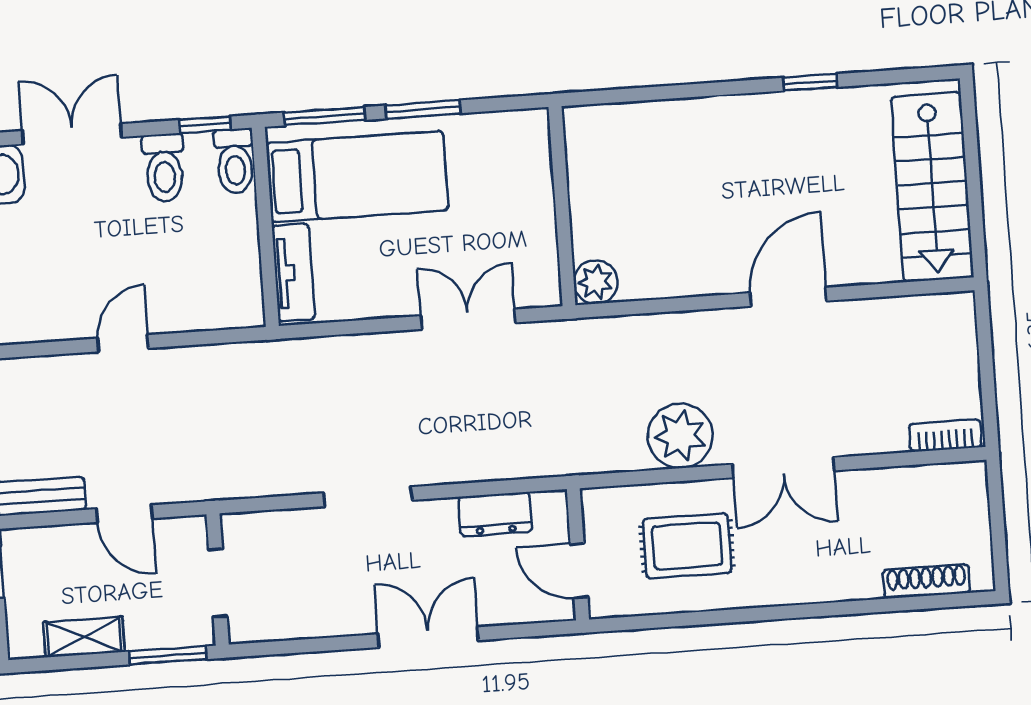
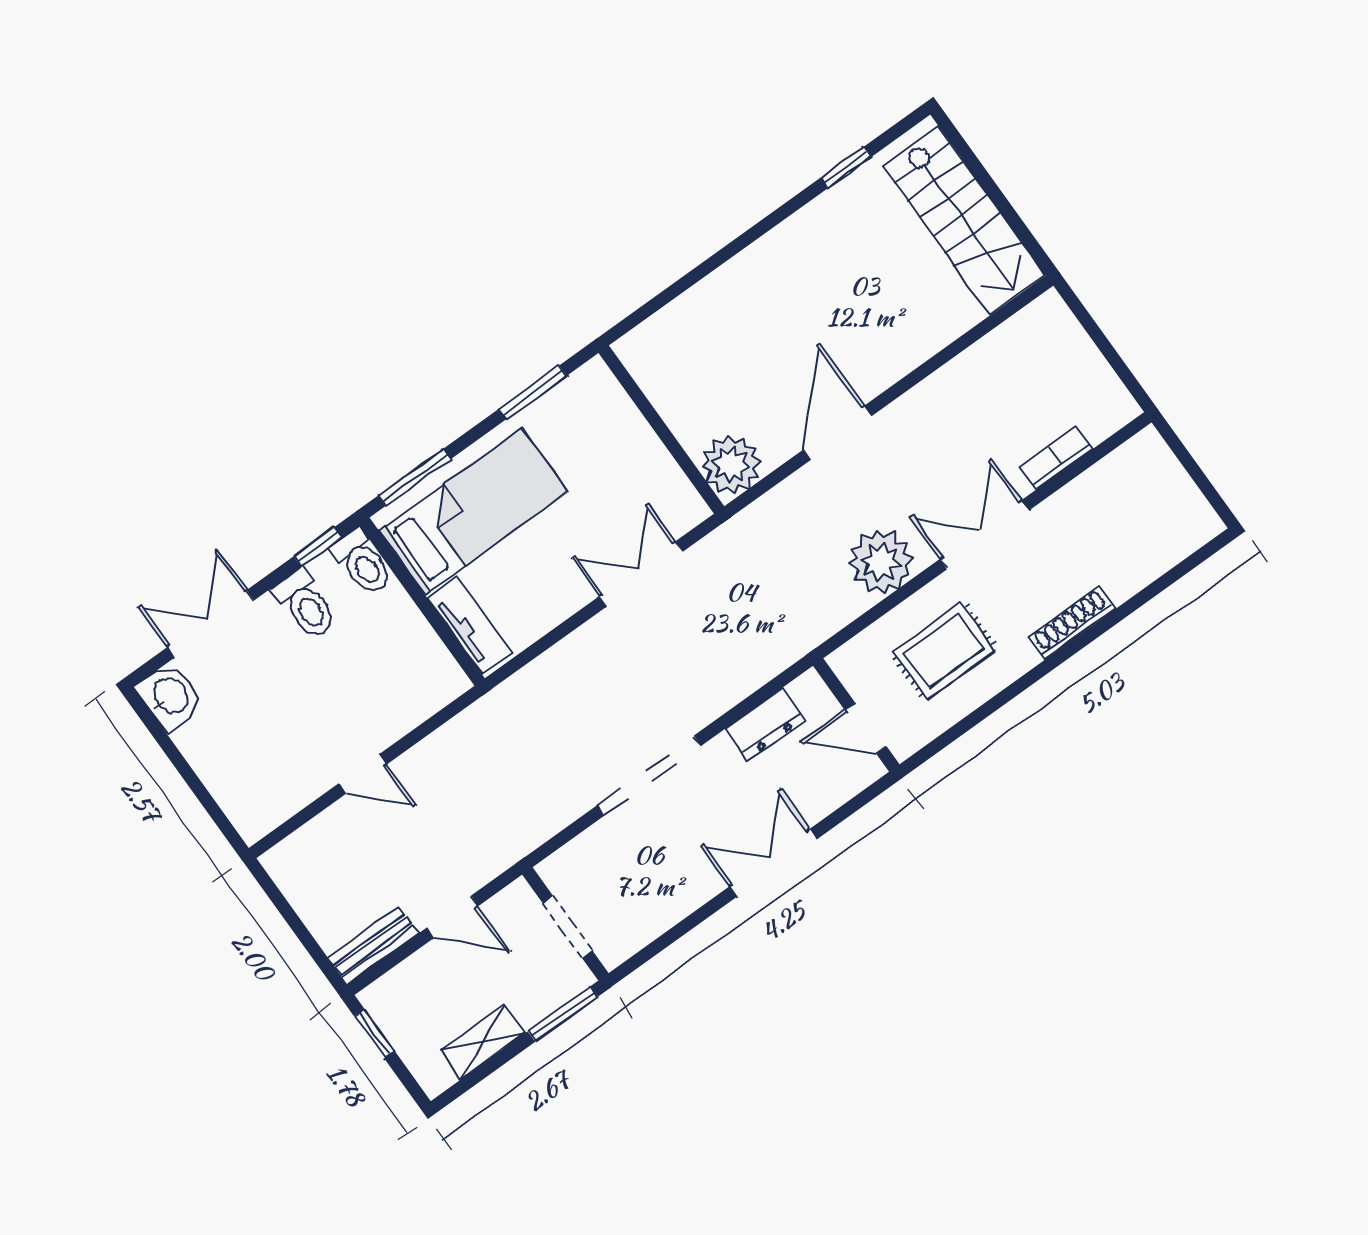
window: (810, 82) -> (846, 167), moved
window: (423, 109) -> (533, 392), moved
plant: (596, 282) -> (731, 465), width x1.36, depth x1.36
door: (788, 297) -> (837, 433), moved
door: (123, 343) -> (363, 774), swing flipped
bookcase: (945, 436) -> (1056, 458), moved
double door: (783, 468) -> (984, 535), swing flipped
doorway: (368, 497) -> (649, 776), width x1.36
shoe rack: (926, 581) -> (1072, 623), moved

